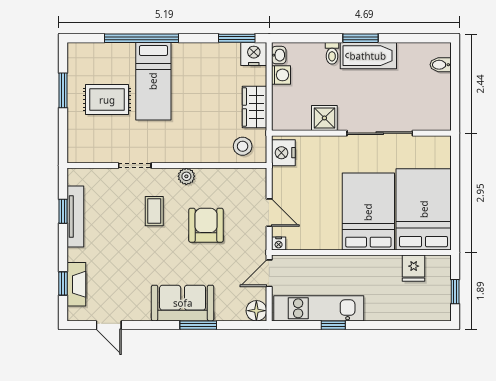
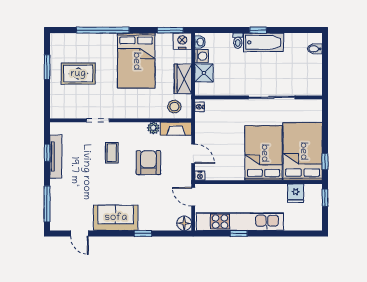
window: (361, 38) -> (258, 30), width x0.67
bed: (153, 81) -> (136, 61), moved, width x1.50
shower: (324, 118) -> (204, 73), moved
nightstand: (283, 153) -> (200, 107), width x0.53, depth x0.56
plant: (186, 176) -> (153, 128), moved
window: (455, 224) -> (325, 162), added
door: (269, 273) -> (193, 197), hinge flipped
window: (63, 283) -> (47, 204), width x2.17
fireplace: (76, 284) -> (176, 129), moved, turned 90
window: (455, 292) -> (325, 198), moved
sofa: (183, 303) -> (116, 218), moved
kitchen unit: (319, 308) -> (240, 222), width x1.36
window: (198, 325) -> (143, 233), width x0.67

